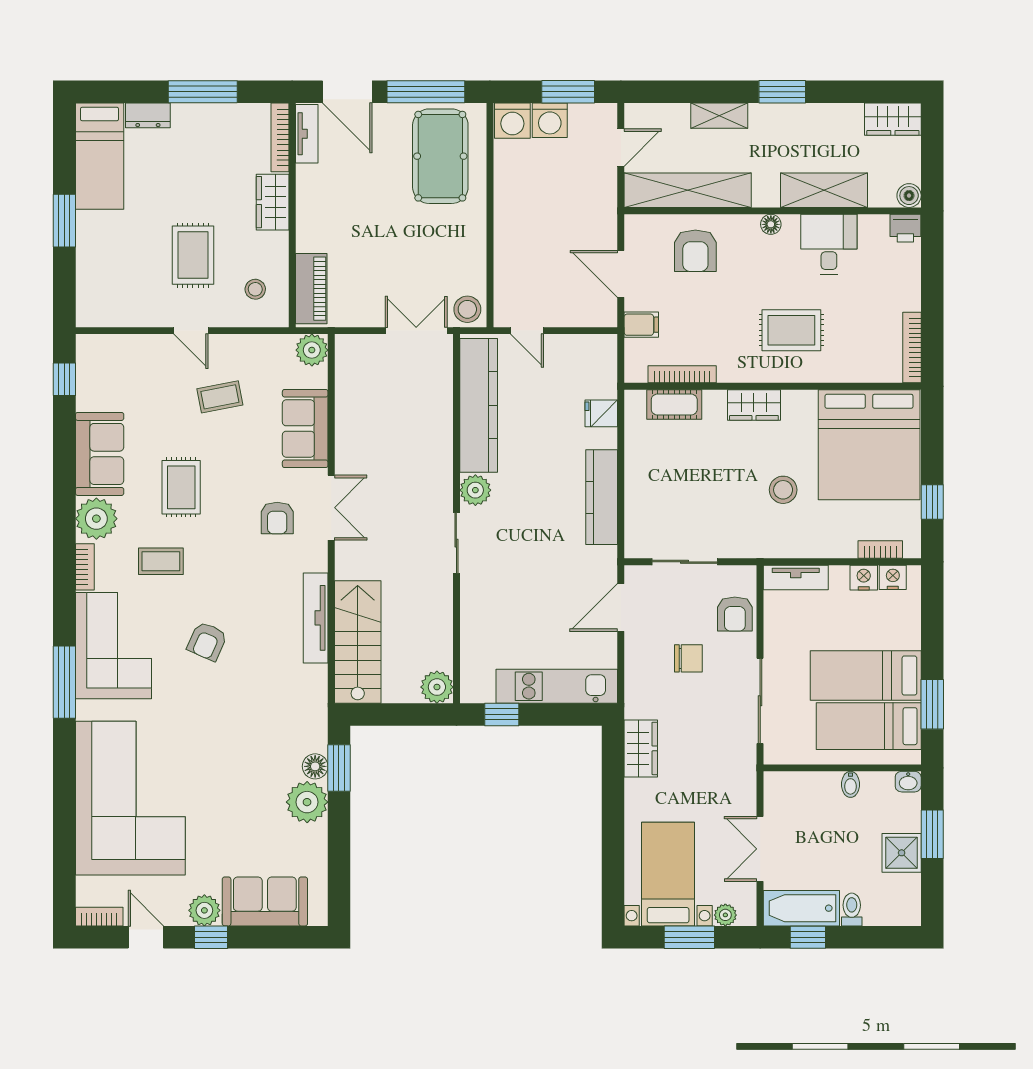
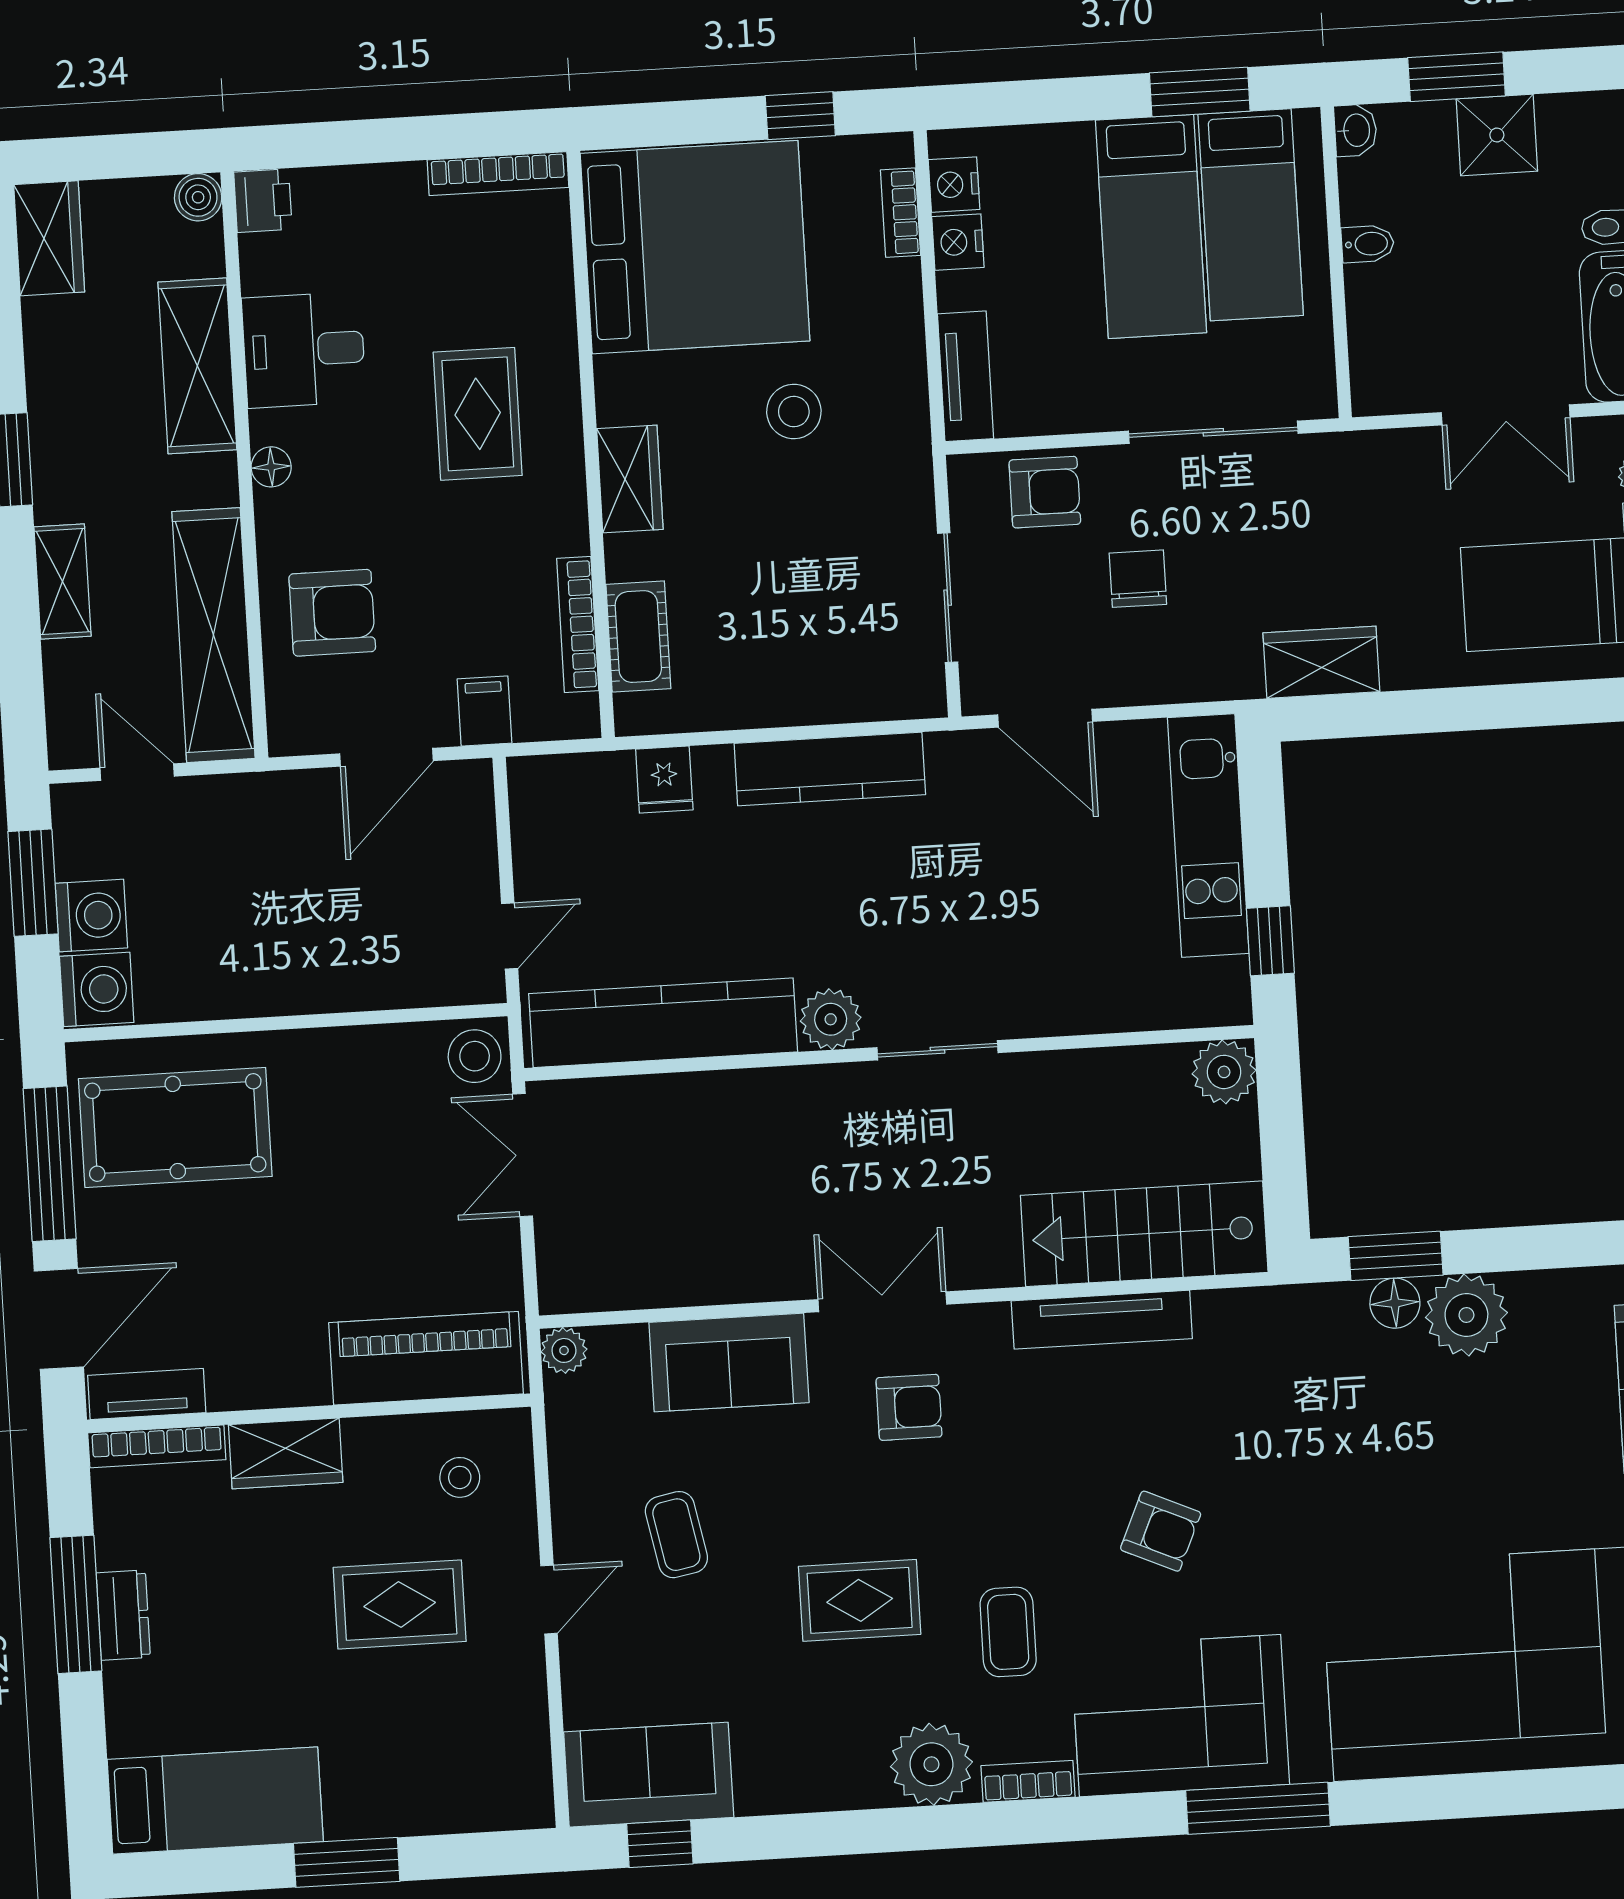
dresser: (148, 115) -> (123, 1615), moved
piano: (311, 289) -> (426, 1358), width x1.37, depth x1.33
plant: (312, 350) -> (564, 1350), width x0.73, depth x0.73
sofa: (100, 454) -> (649, 1775), moved

